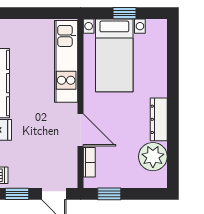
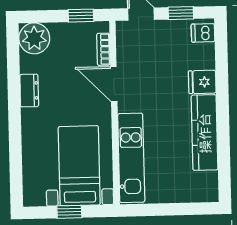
dresser: (159, 119) -> (29, 91), width x0.70
plant: (153, 157) -> (34, 38), moved

